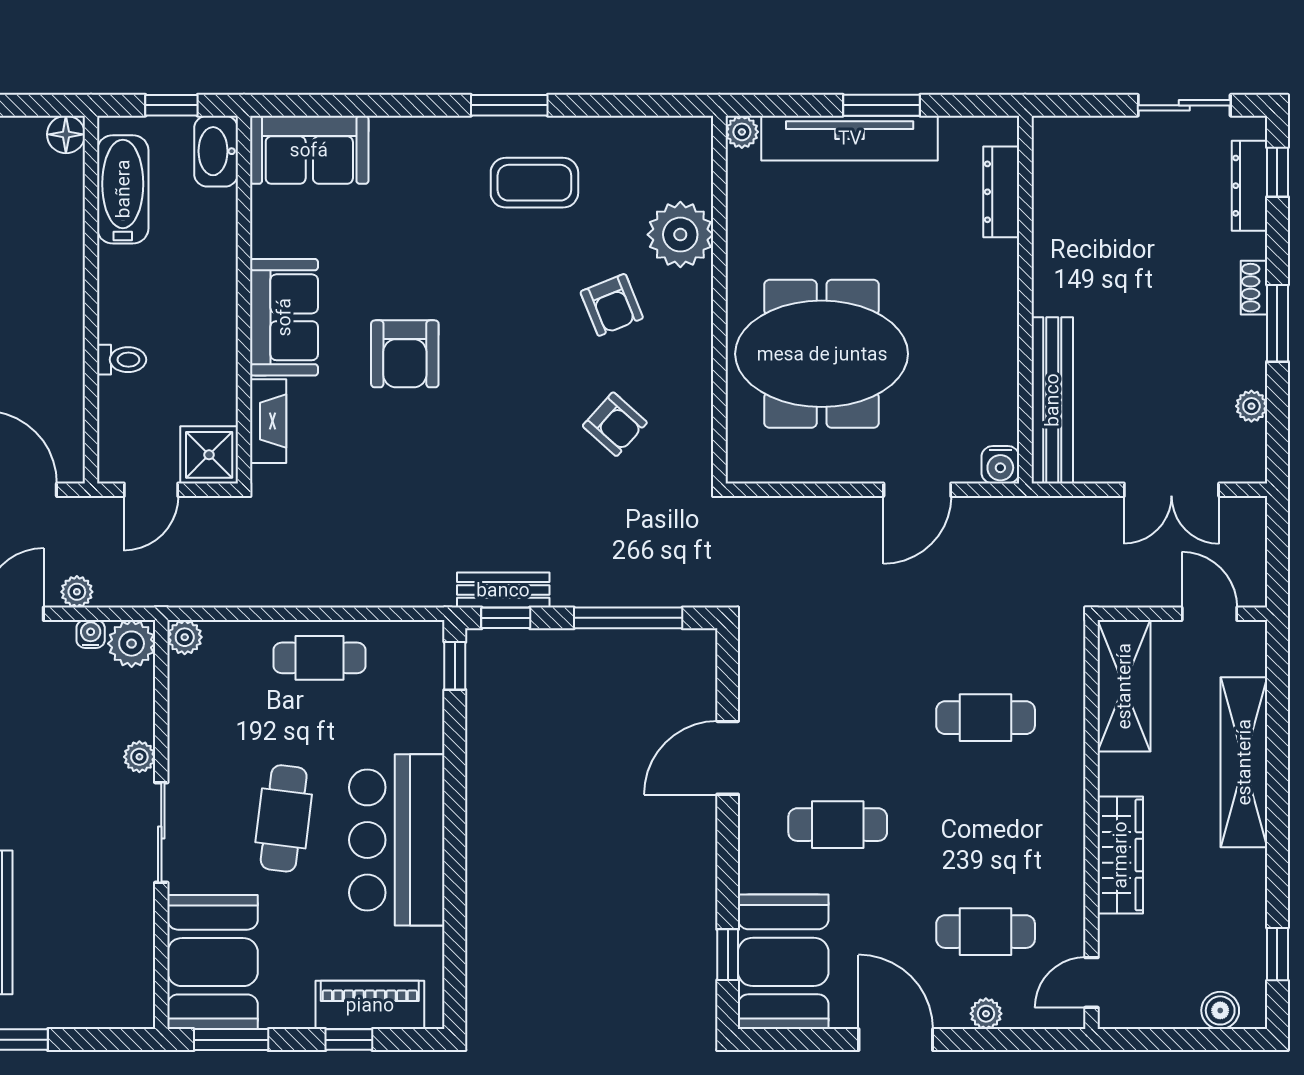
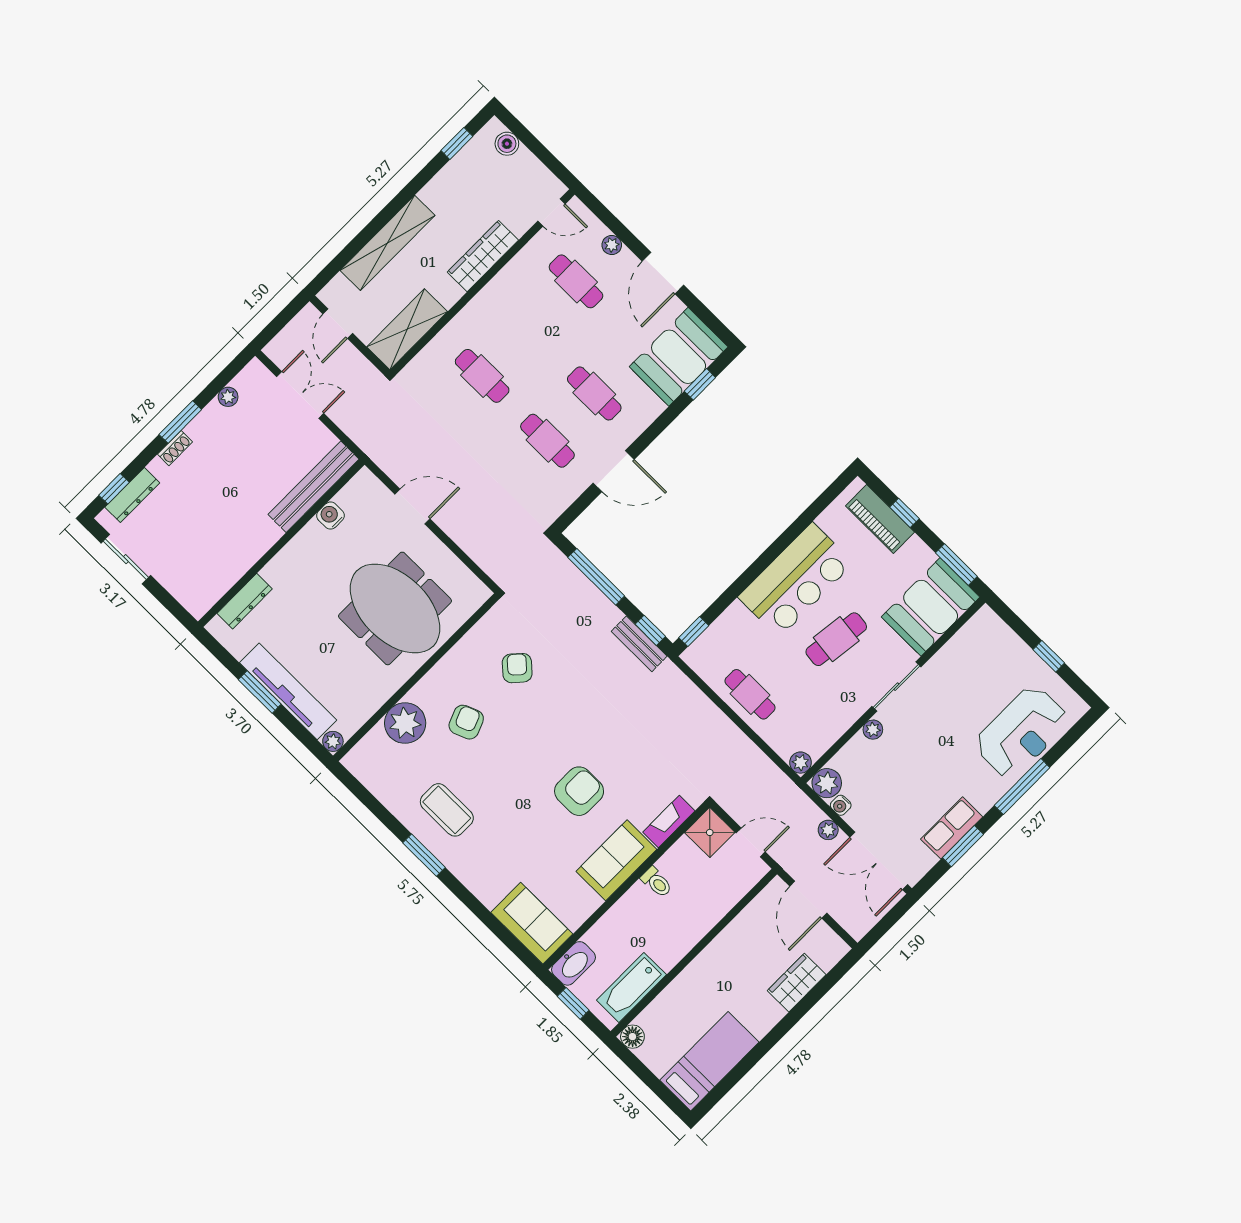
toilet: (122, 360) -> (657, 882), moved, turned 180
water cooler: (1000, 465) -> (331, 516), moved, turned -90
cafe table: (838, 718) -> (547, 441), added

